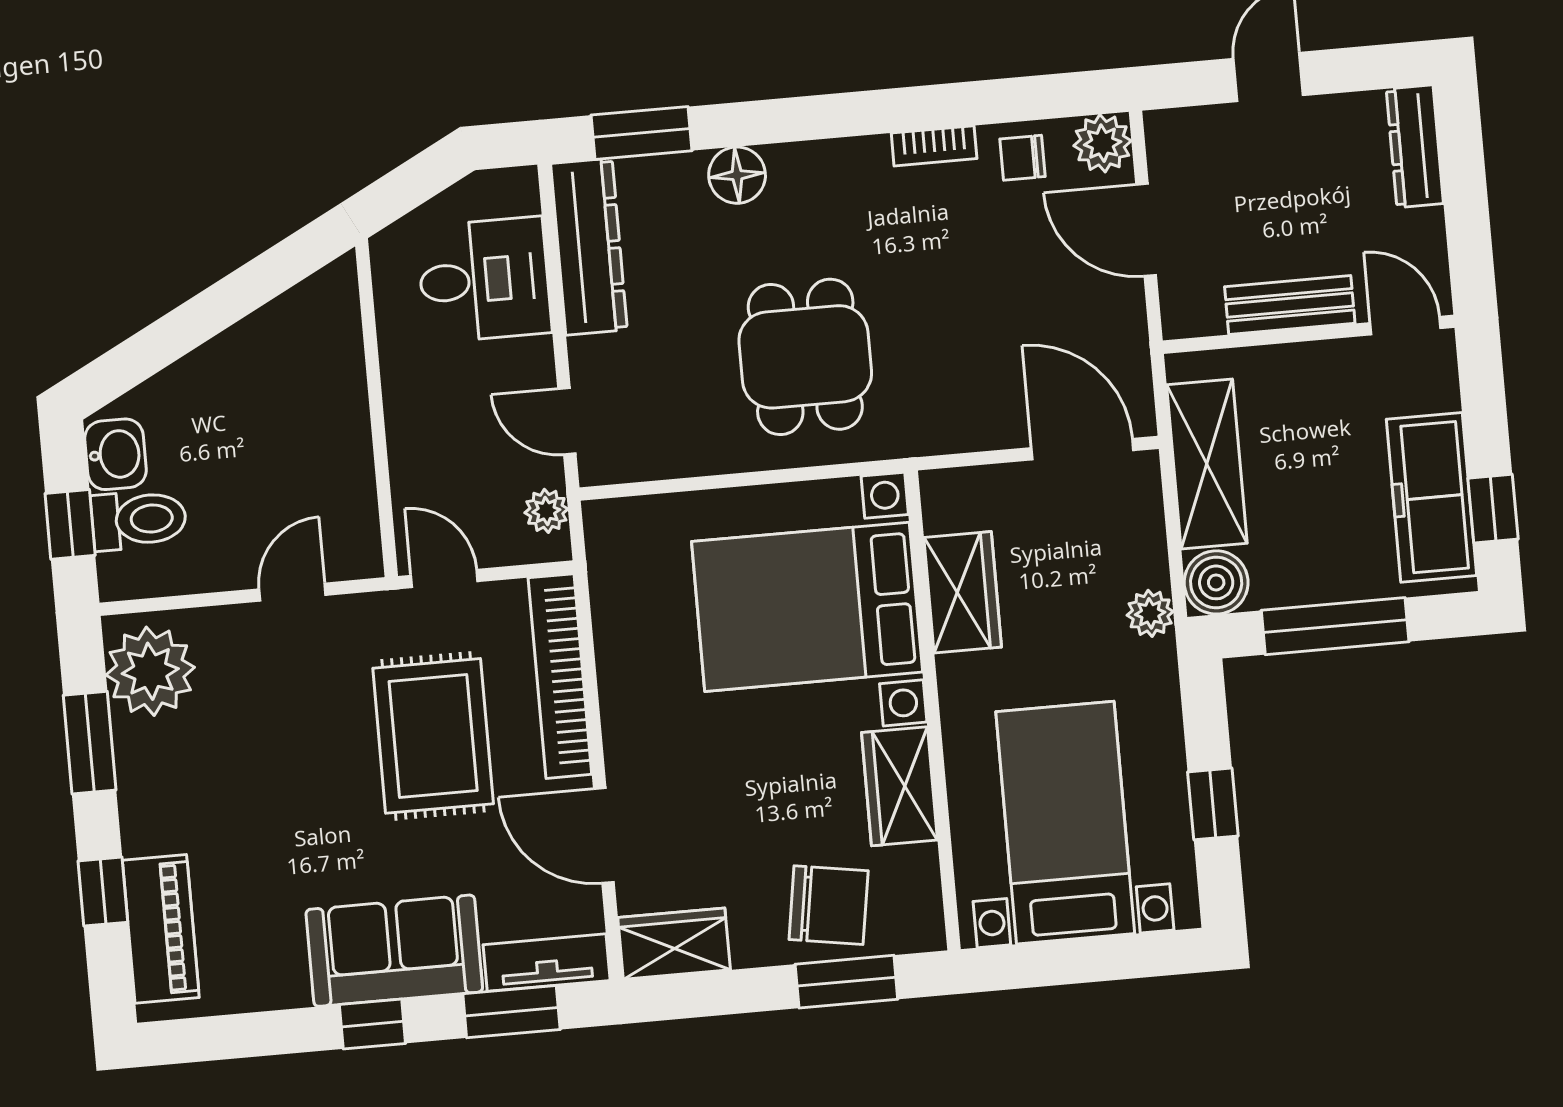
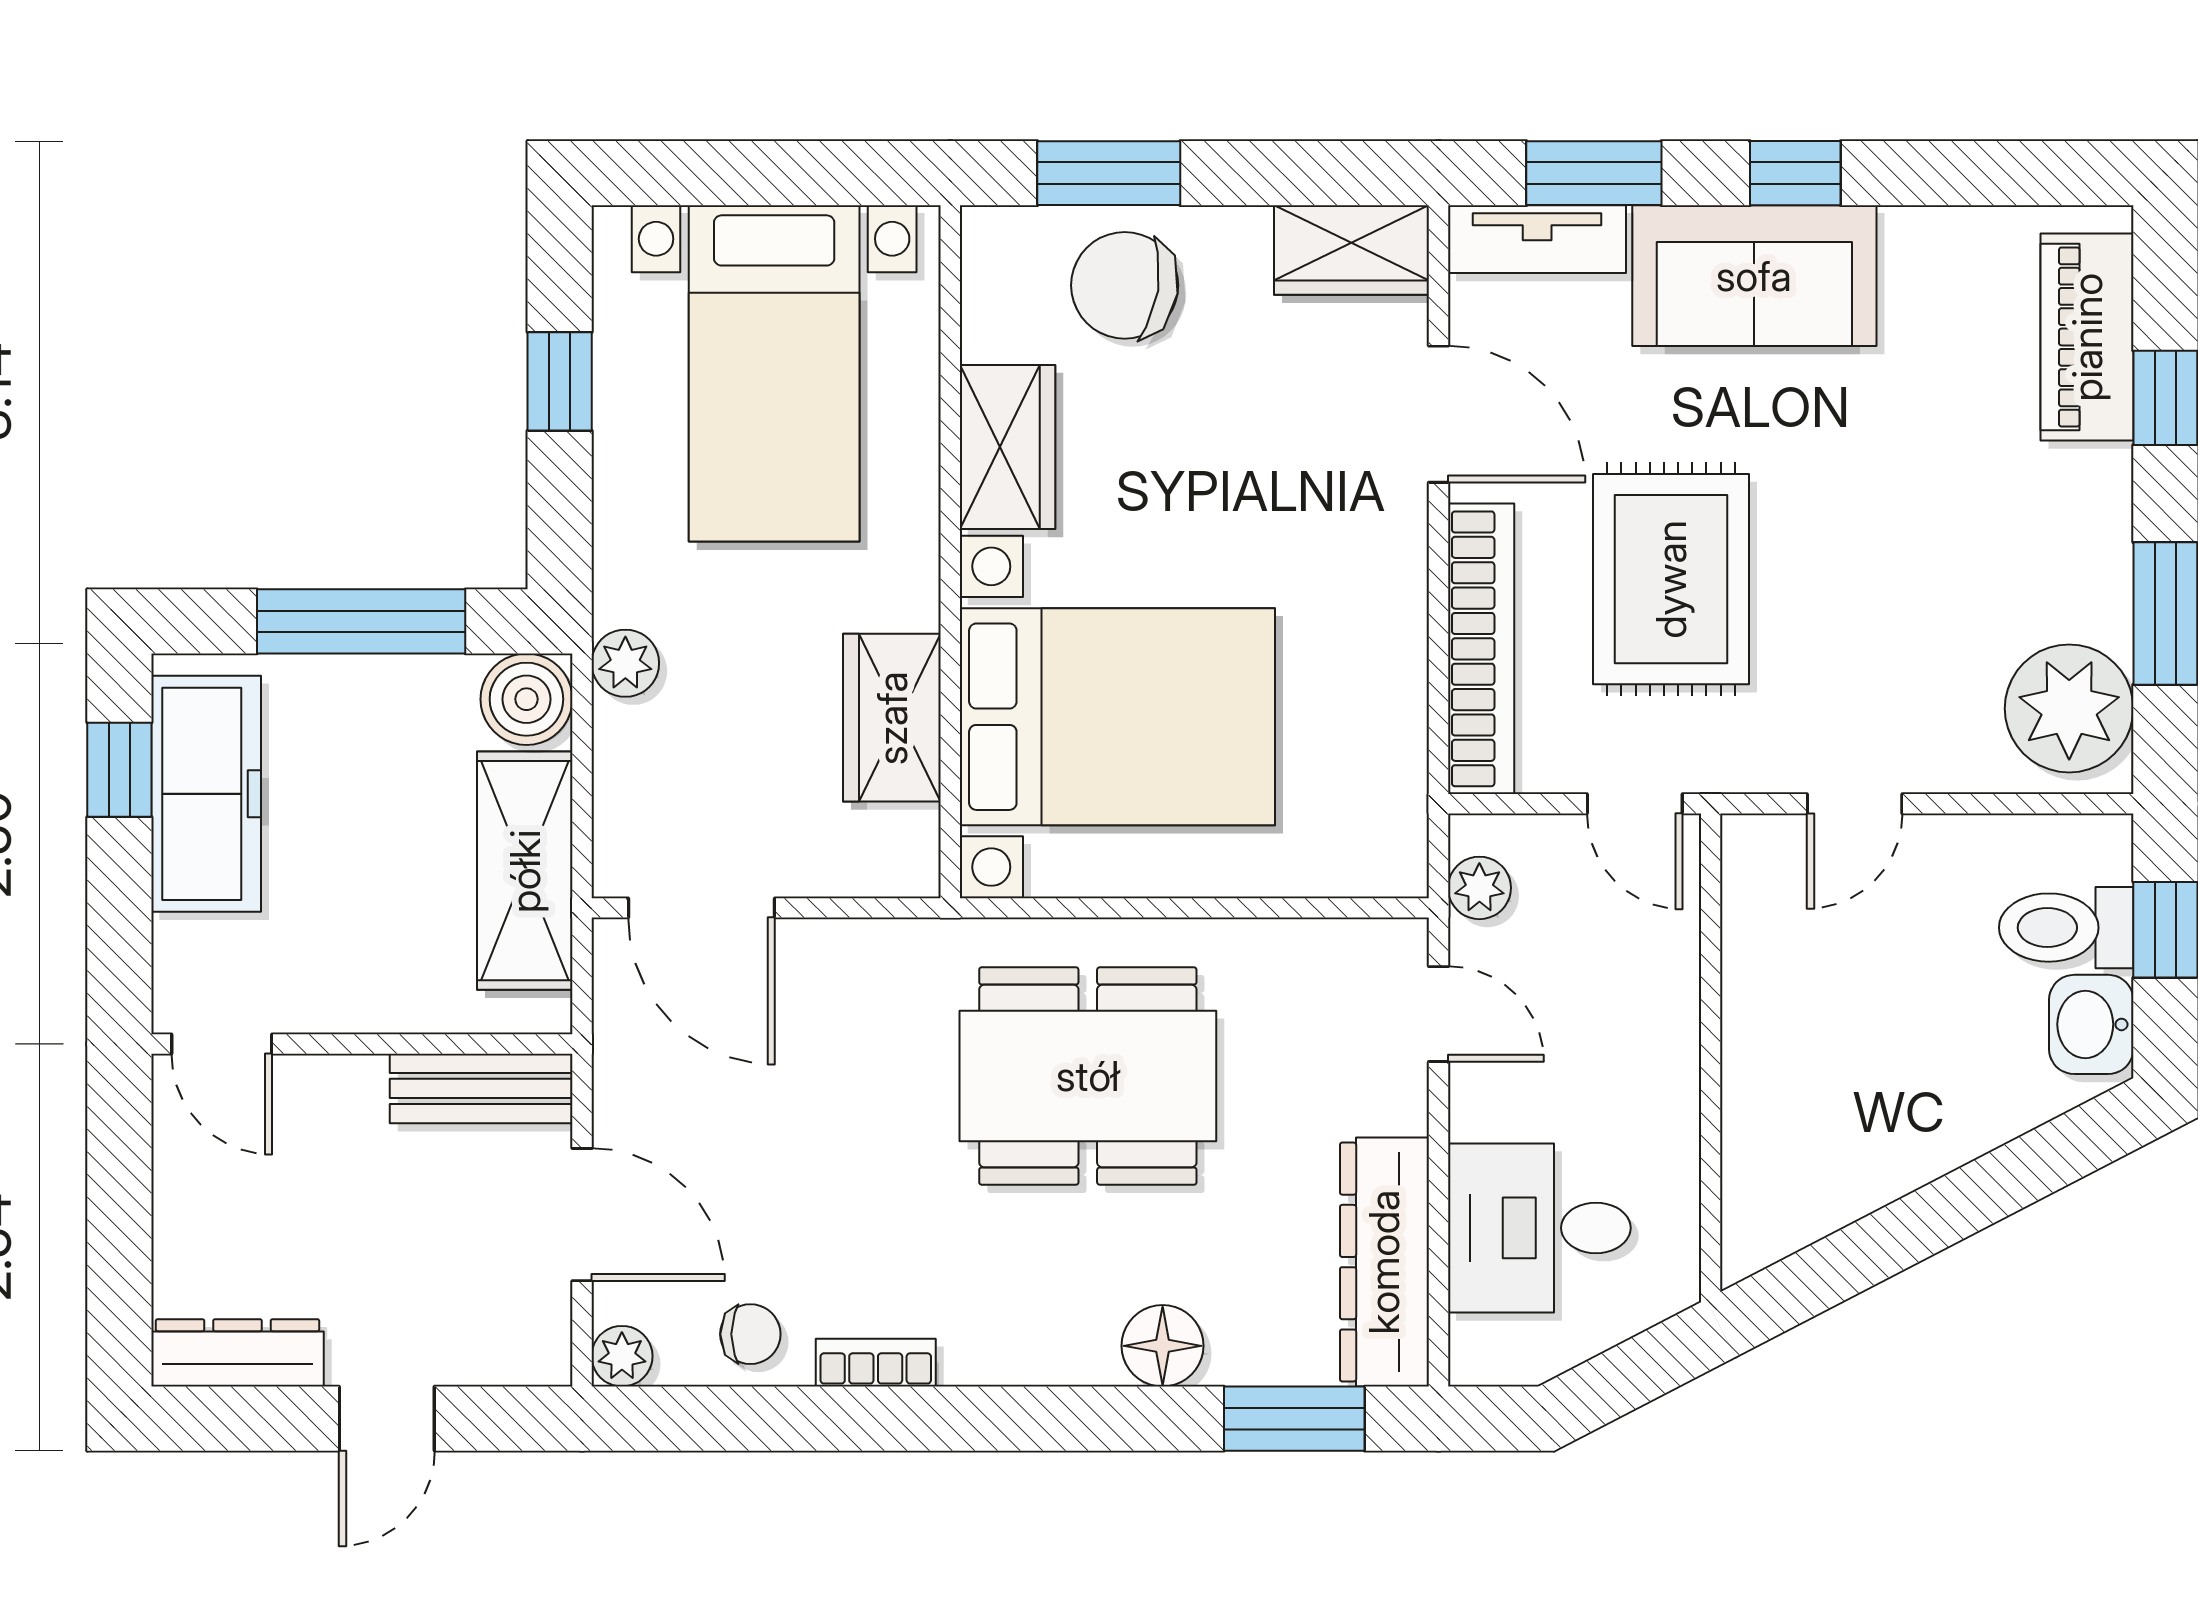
plant: (1103, 143) -> (622, 1356), width x0.73, depth x0.73
dresser: (1415, 146) -> (238, 1353), moved, turned -90
bench: (1290, 305) -> (481, 1088), moved
dining table: (805, 357) -> (1088, 1076), width x1.38

